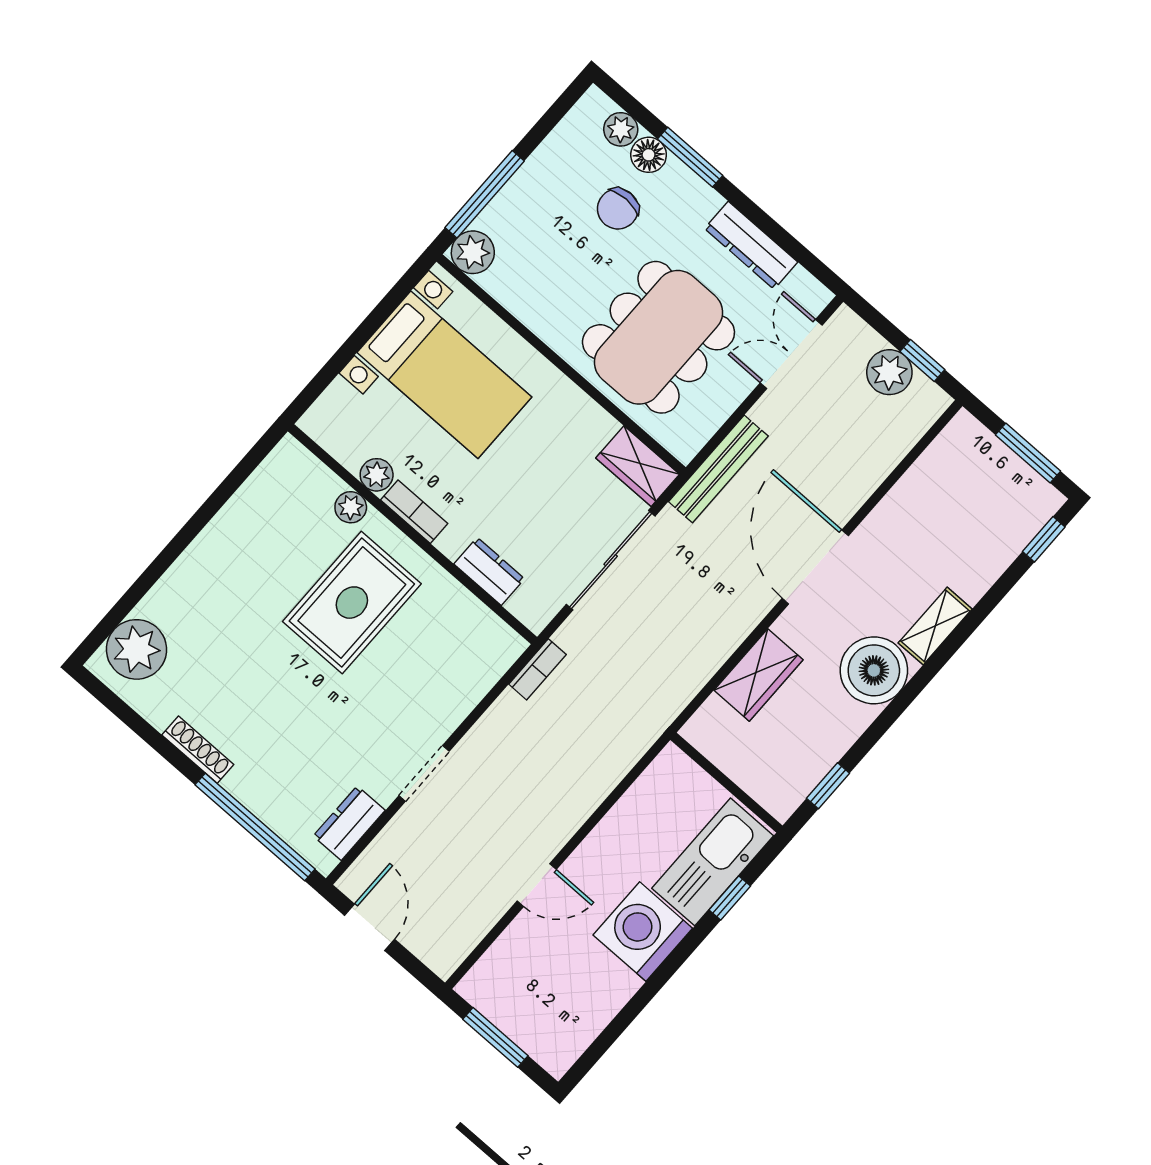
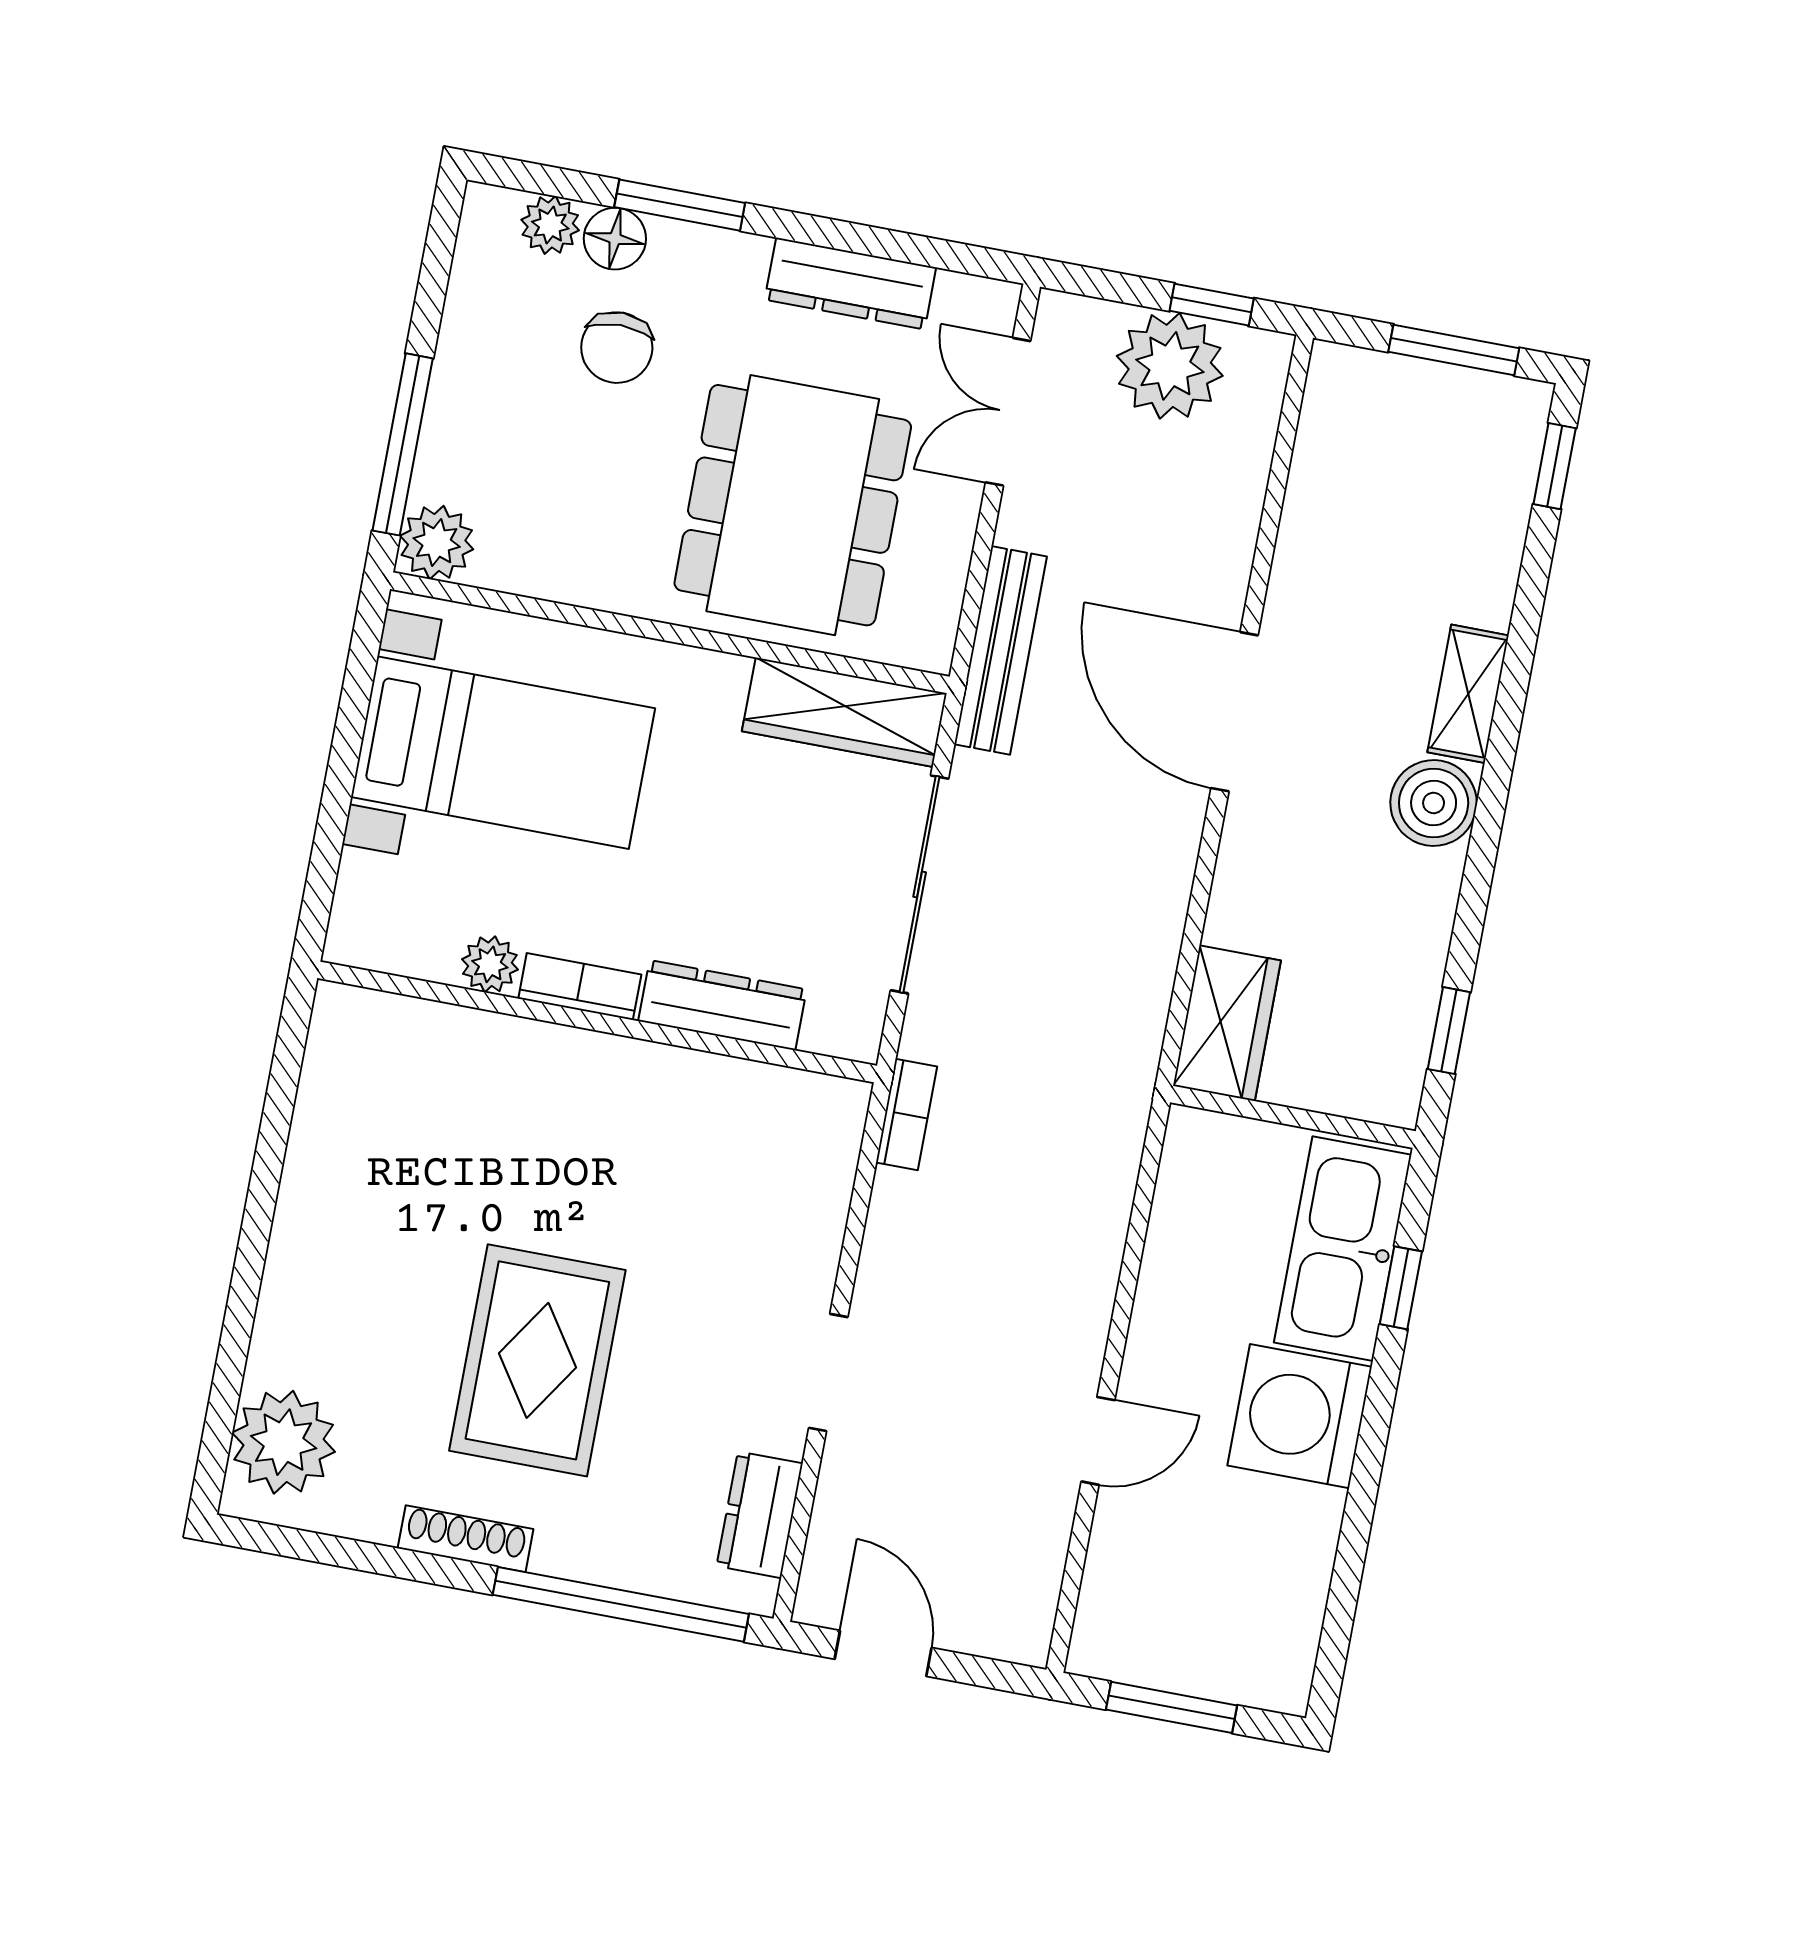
plant: (889, 372) -> (1170, 366), width x1.36, depth x1.36
wardrobe: (638, 466) -> (844, 712), width x1.50
plant: (351, 507) -> (480, 1036), removed
dresser: (489, 571) -> (722, 1005), width x1.44
rug: (352, 603) -> (537, 1360), moved
boiler: (874, 670) -> (1434, 803), width x0.73, depth x0.73
wardrobe: (759, 675) -> (1227, 1023), moved

